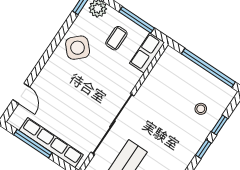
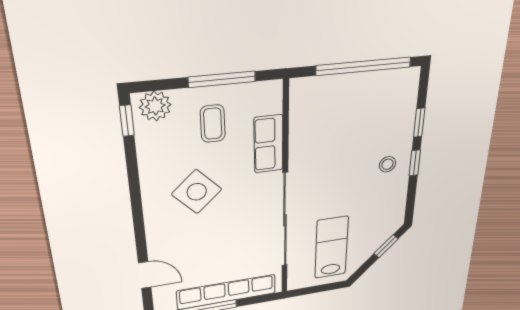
side table: (78, 48) -> (197, 192), moved
row of seats: (147, 53) -> (269, 144), moved
stool: (201, 109) -> (387, 164), moved

